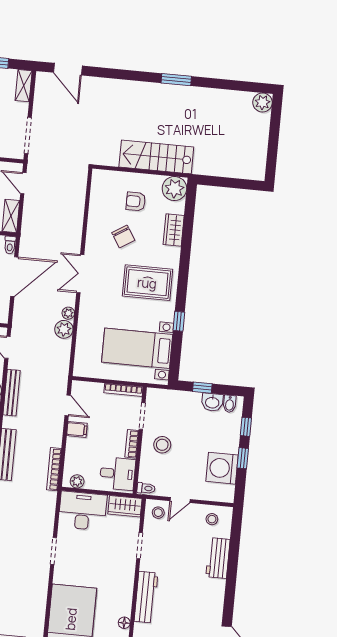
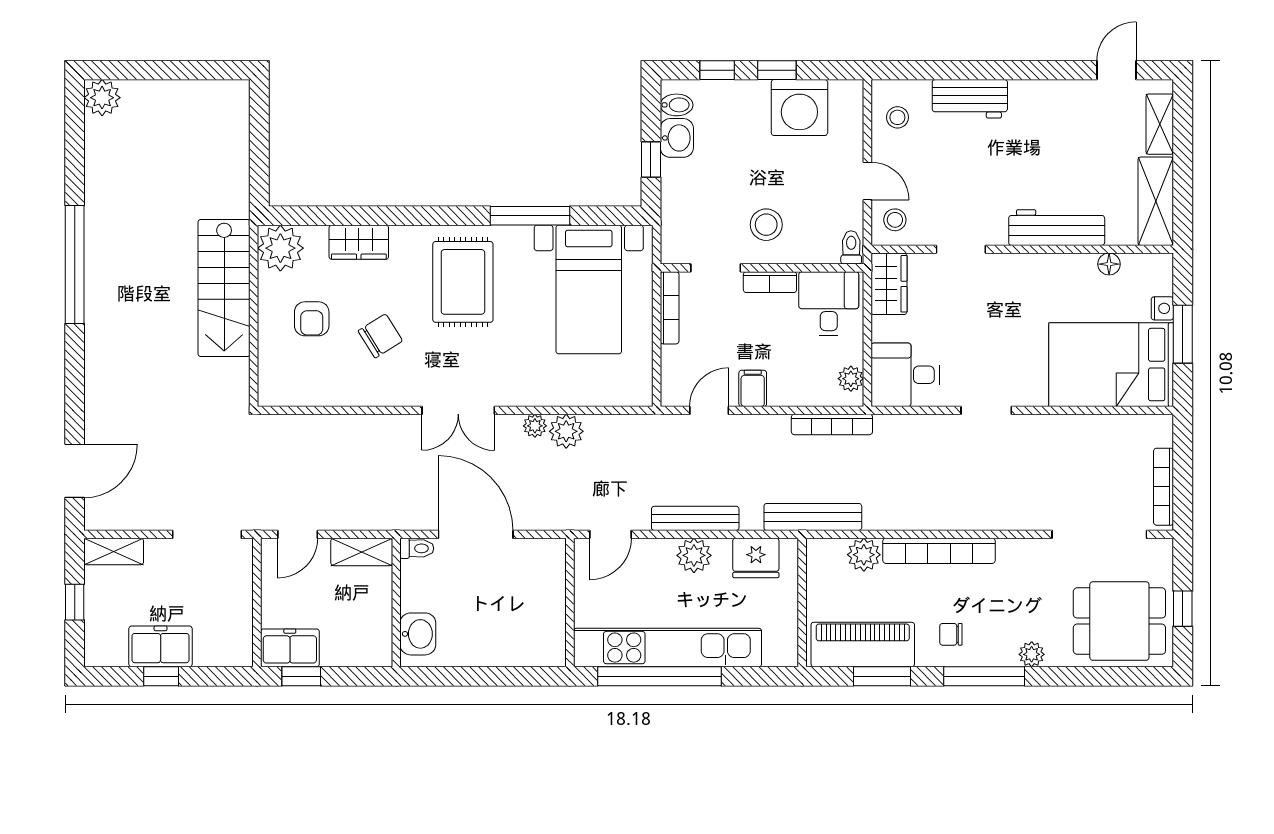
window: (176, 80) -> (75, 265), width x2.11
window: (179, 321) -> (530, 216), width x2.17
desk: (83, 511) -> (905, 375), width x0.73

